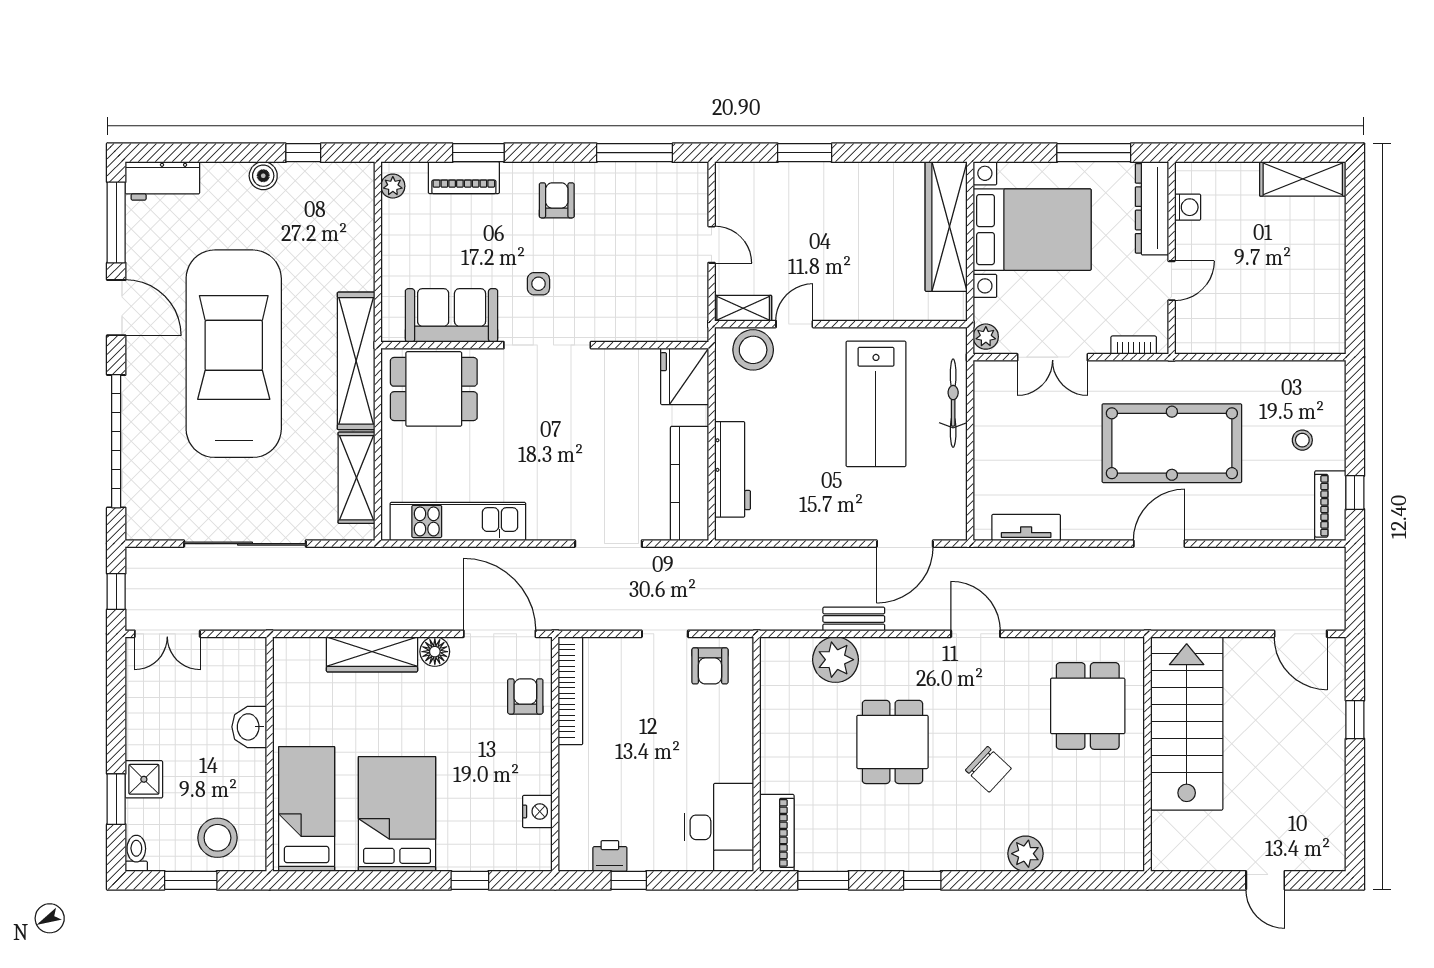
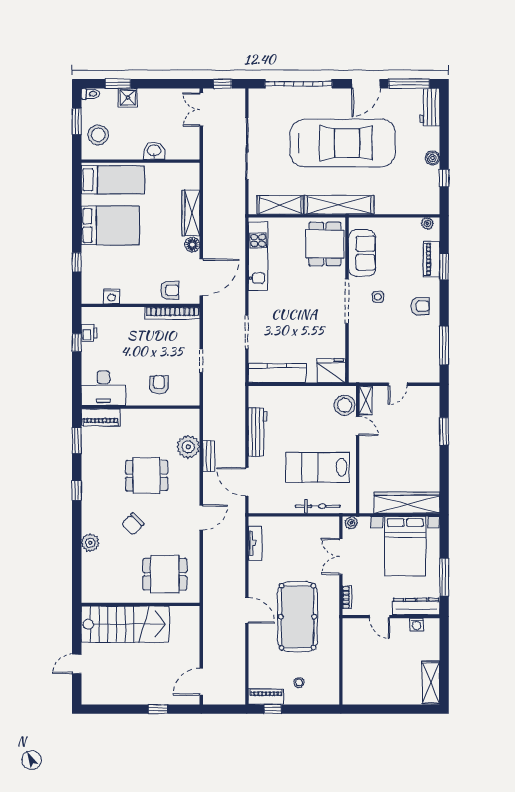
workbench: (733, 469) -> (257, 432), moved, turned -90
armchair: (710, 666) -> (159, 385), moved, turned 90
stairs: (1187, 723) -> (125, 624), moved

